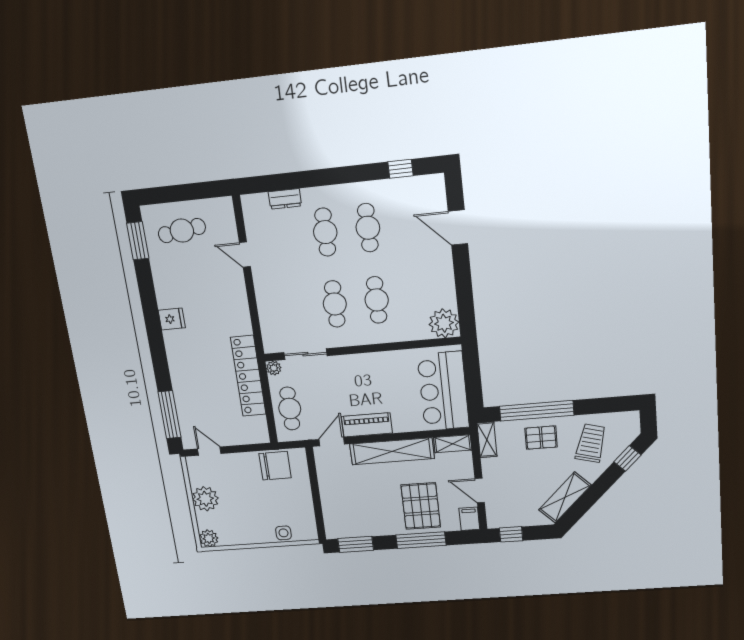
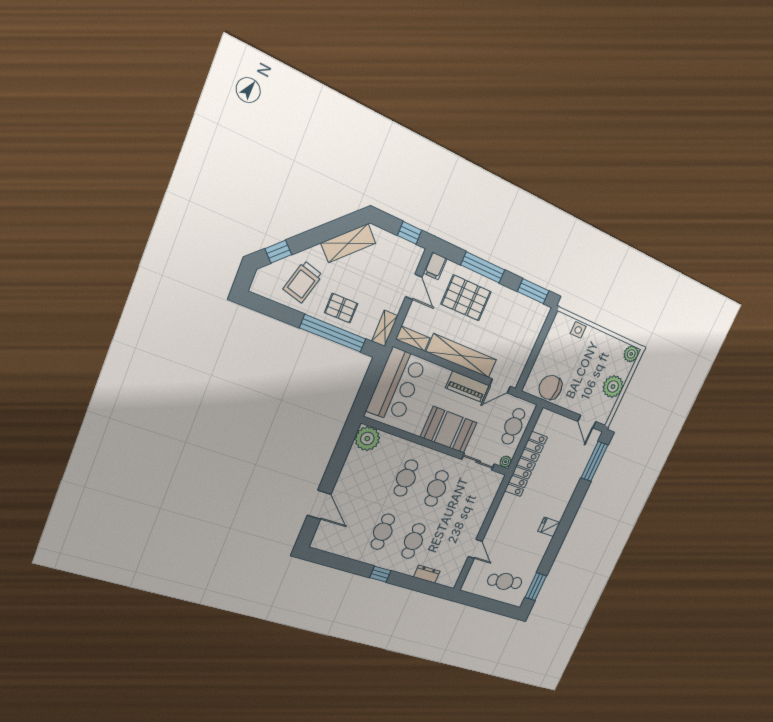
window: (400, 169) -> (380, 574), moved
booth: (360, 373) -> (449, 430), added
pallet: (421, 506) -> (466, 298), turned 90

